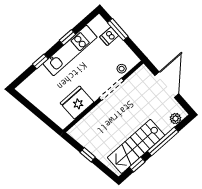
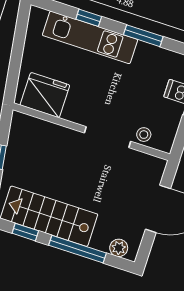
window: (67, 37) -> (143, 36), width x1.50
kitchen unit: (70, 51) -> (90, 37), moved
fridge: (77, 103) -> (45, 95), moved

